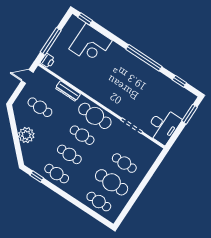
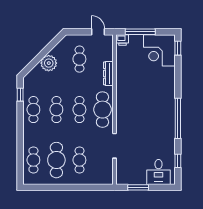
corner desk: (91, 45) -> (159, 50), moved
window: (189, 114) -> (138, 187), moved
desk: (163, 126) -> (158, 172), moved, width x0.73

